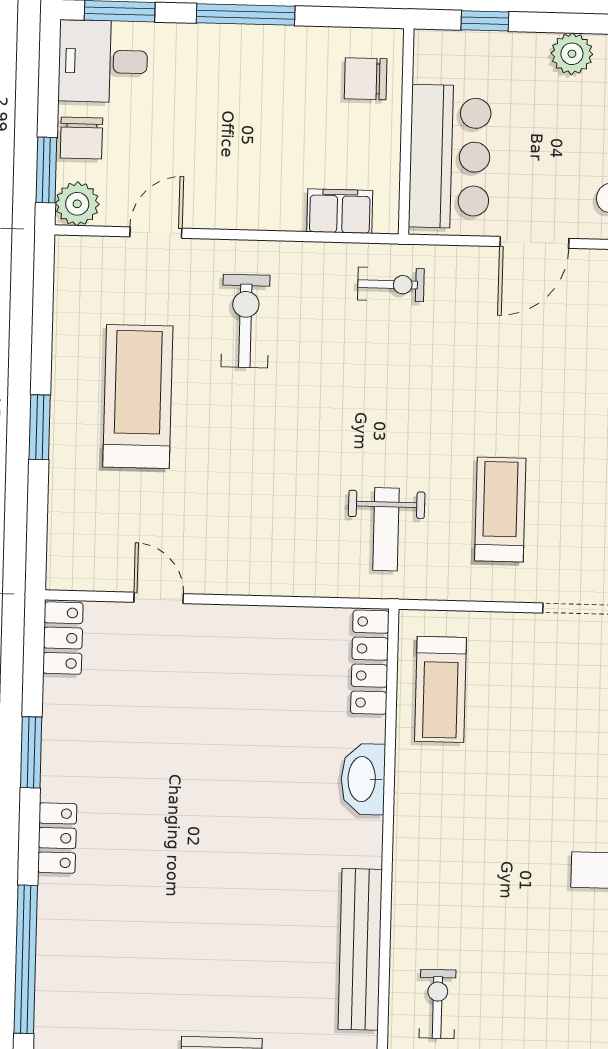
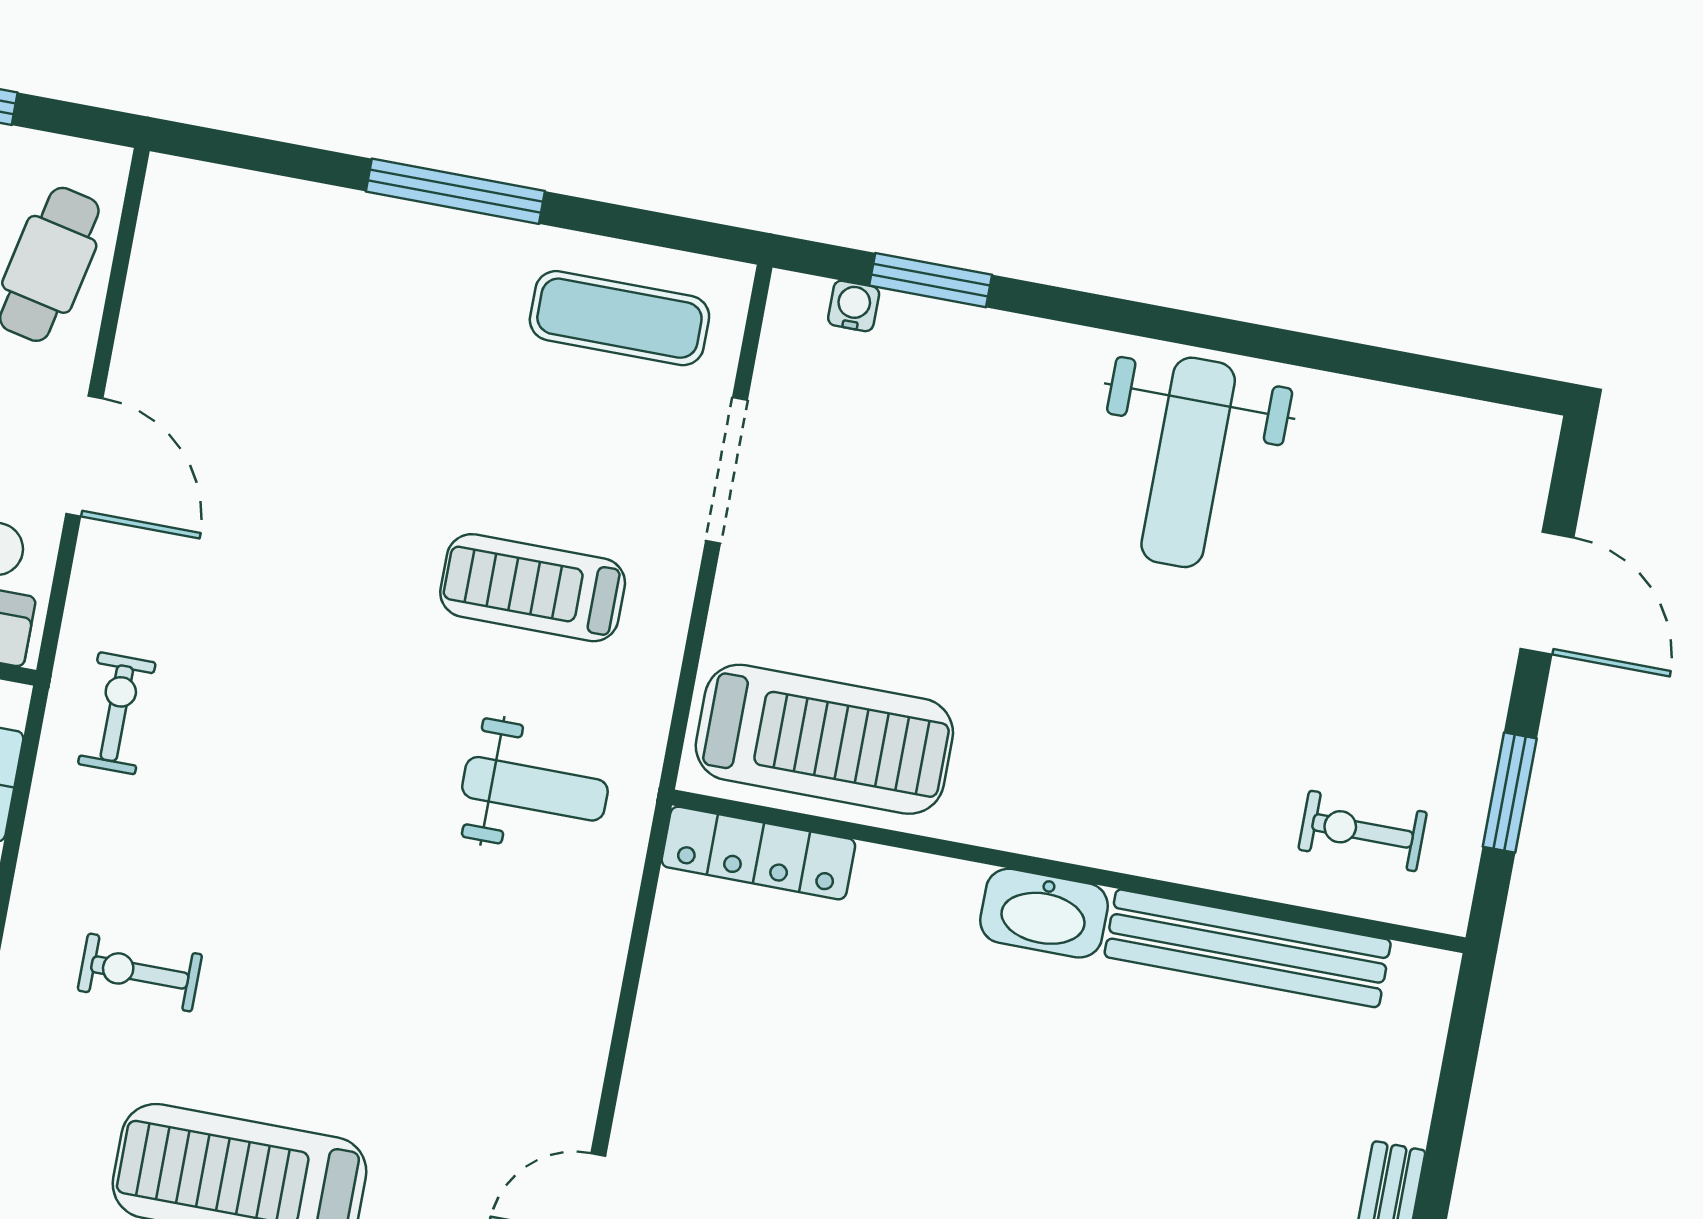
exercise bike: (245, 321) -> (140, 972), width x0.73, depth x0.72
treadmill: (441, 689) -> (824, 739), width x1.37, depth x1.38
washbasin: (363, 779) -> (1044, 913), moved

